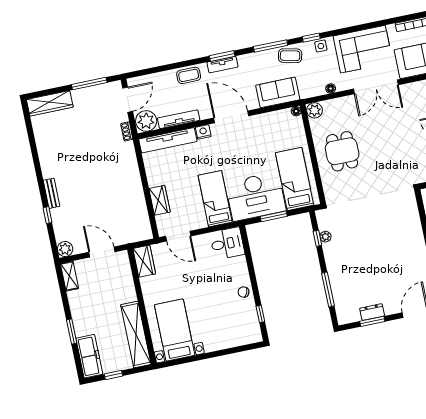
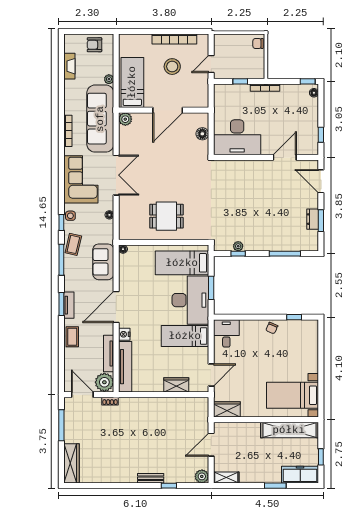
plant: (315, 110) -> (126, 233), removed

